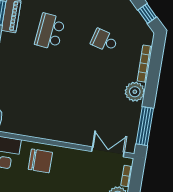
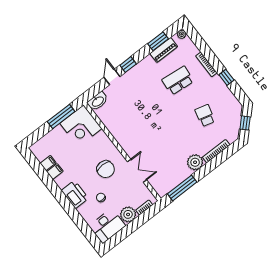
double door: (108, 152) -> (137, 171), moved
chair: (40, 161) -> (106, 169), moved

